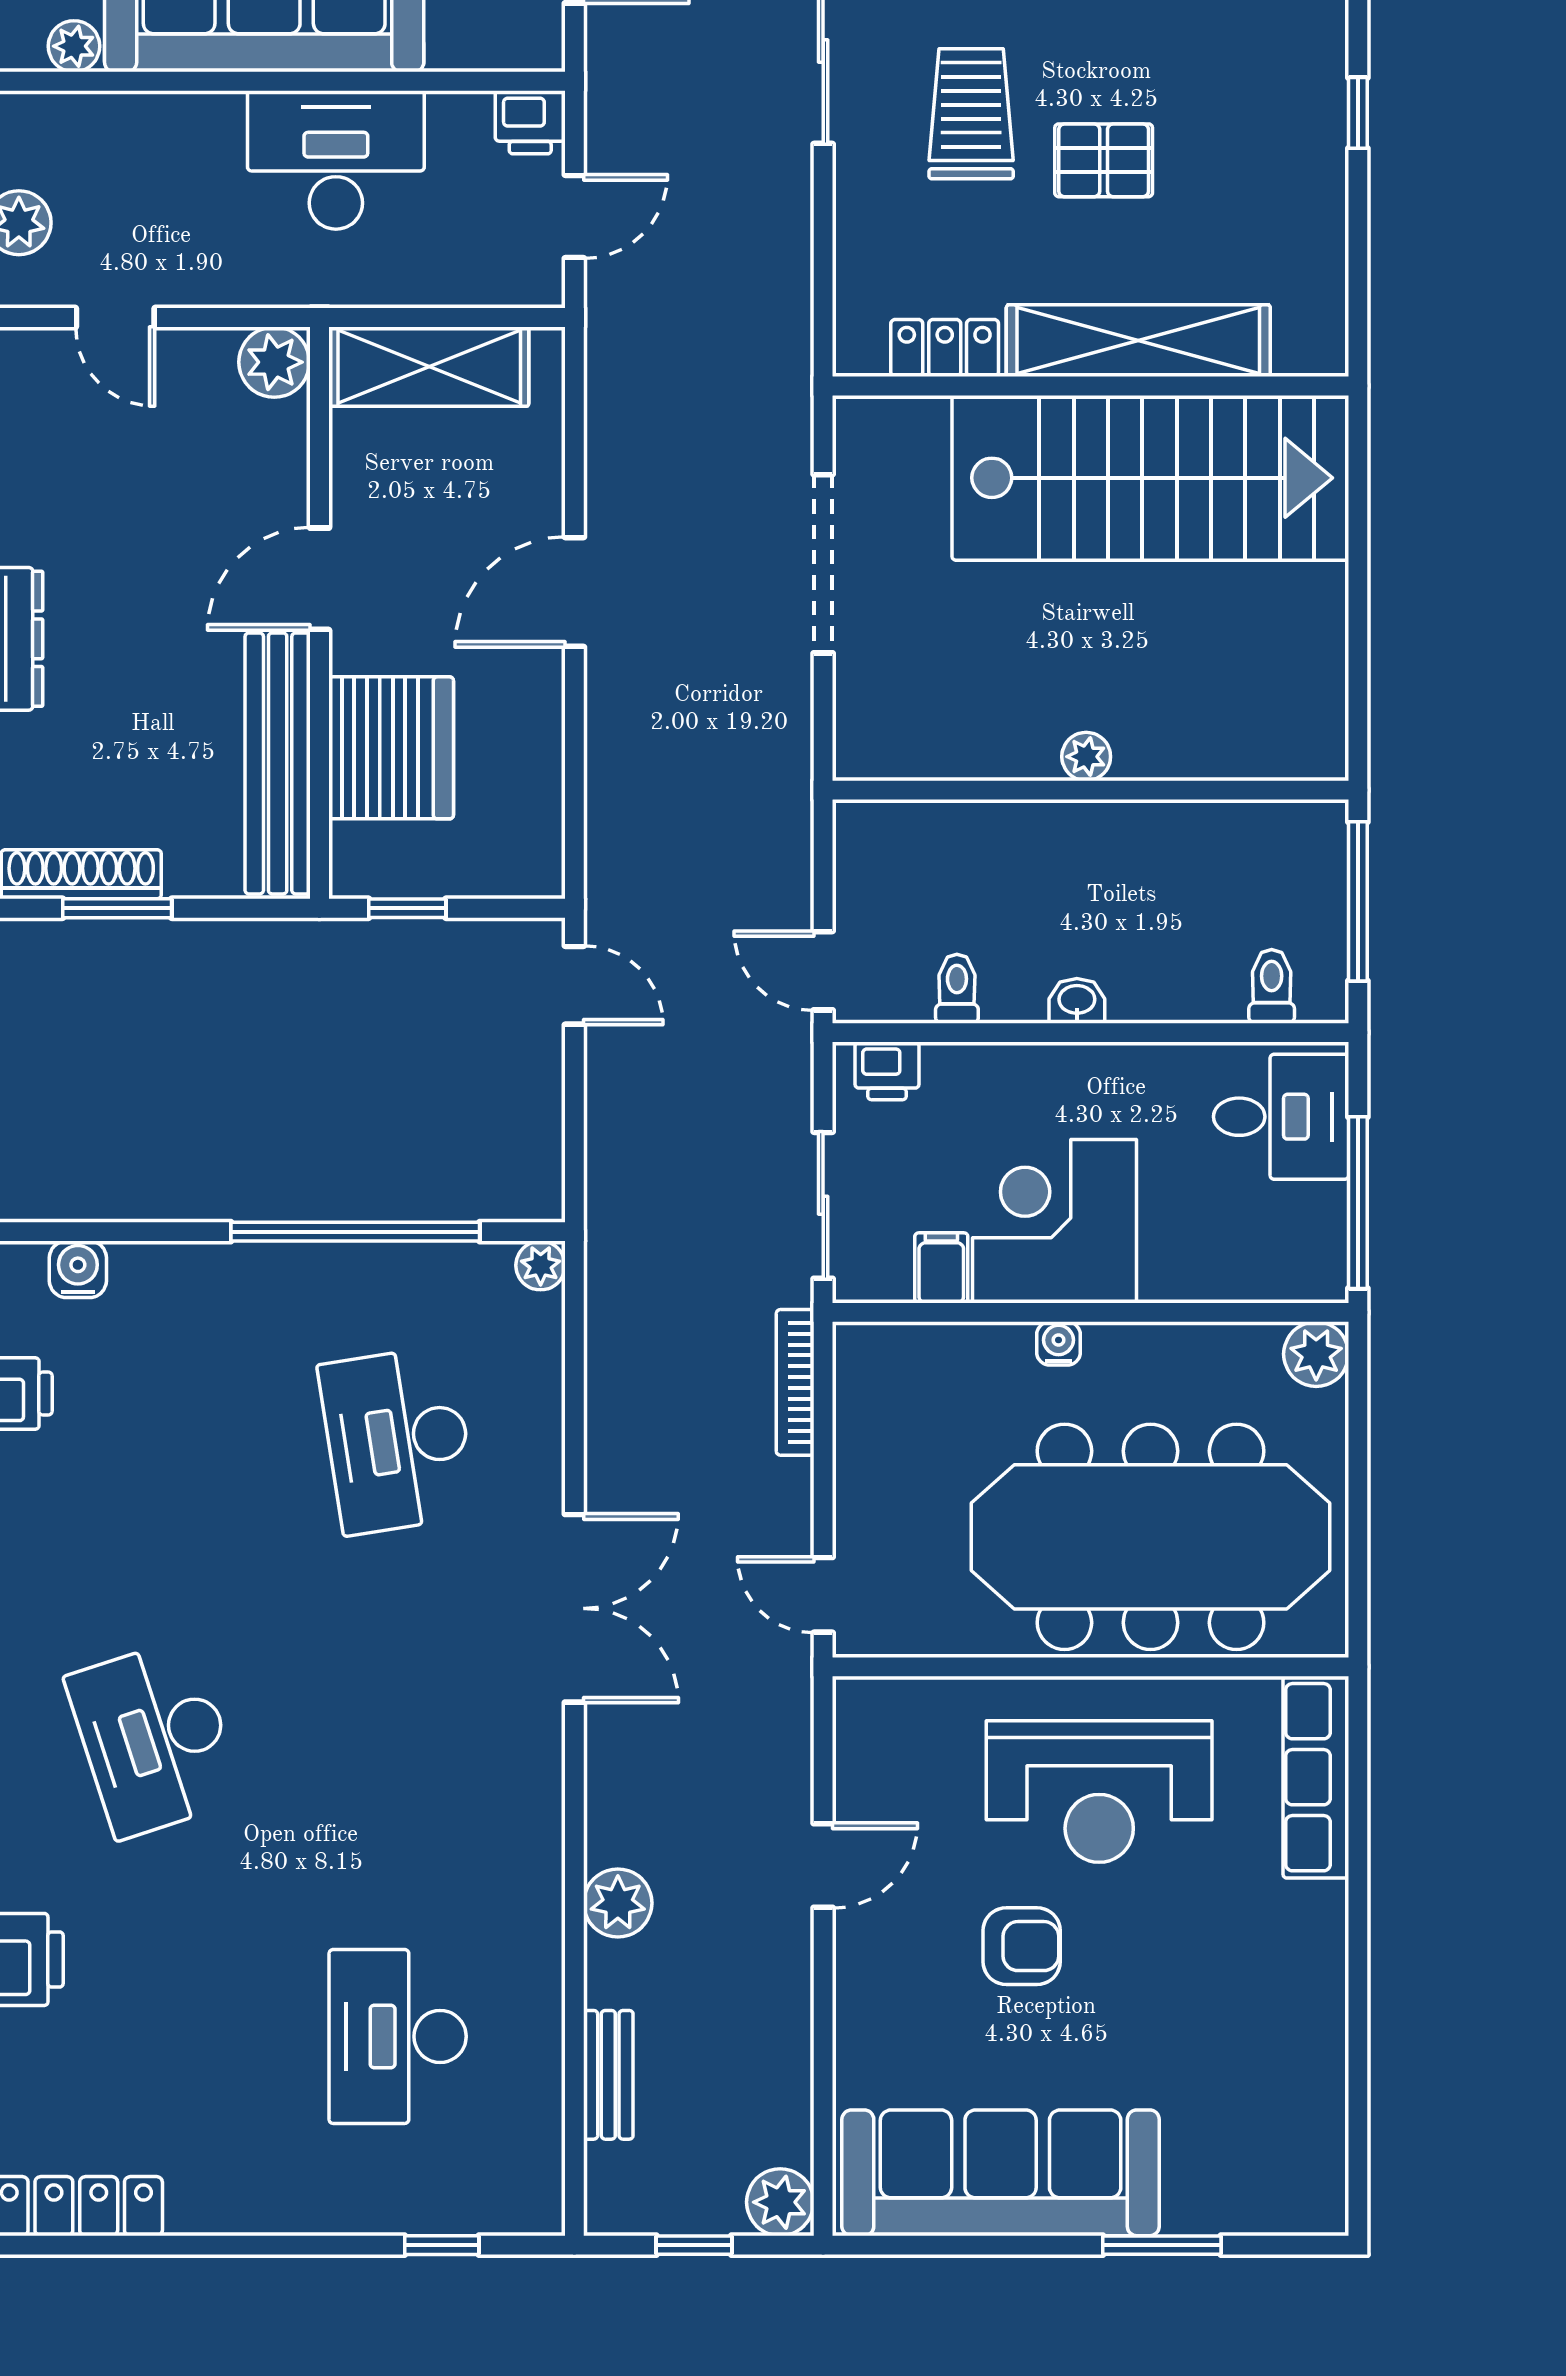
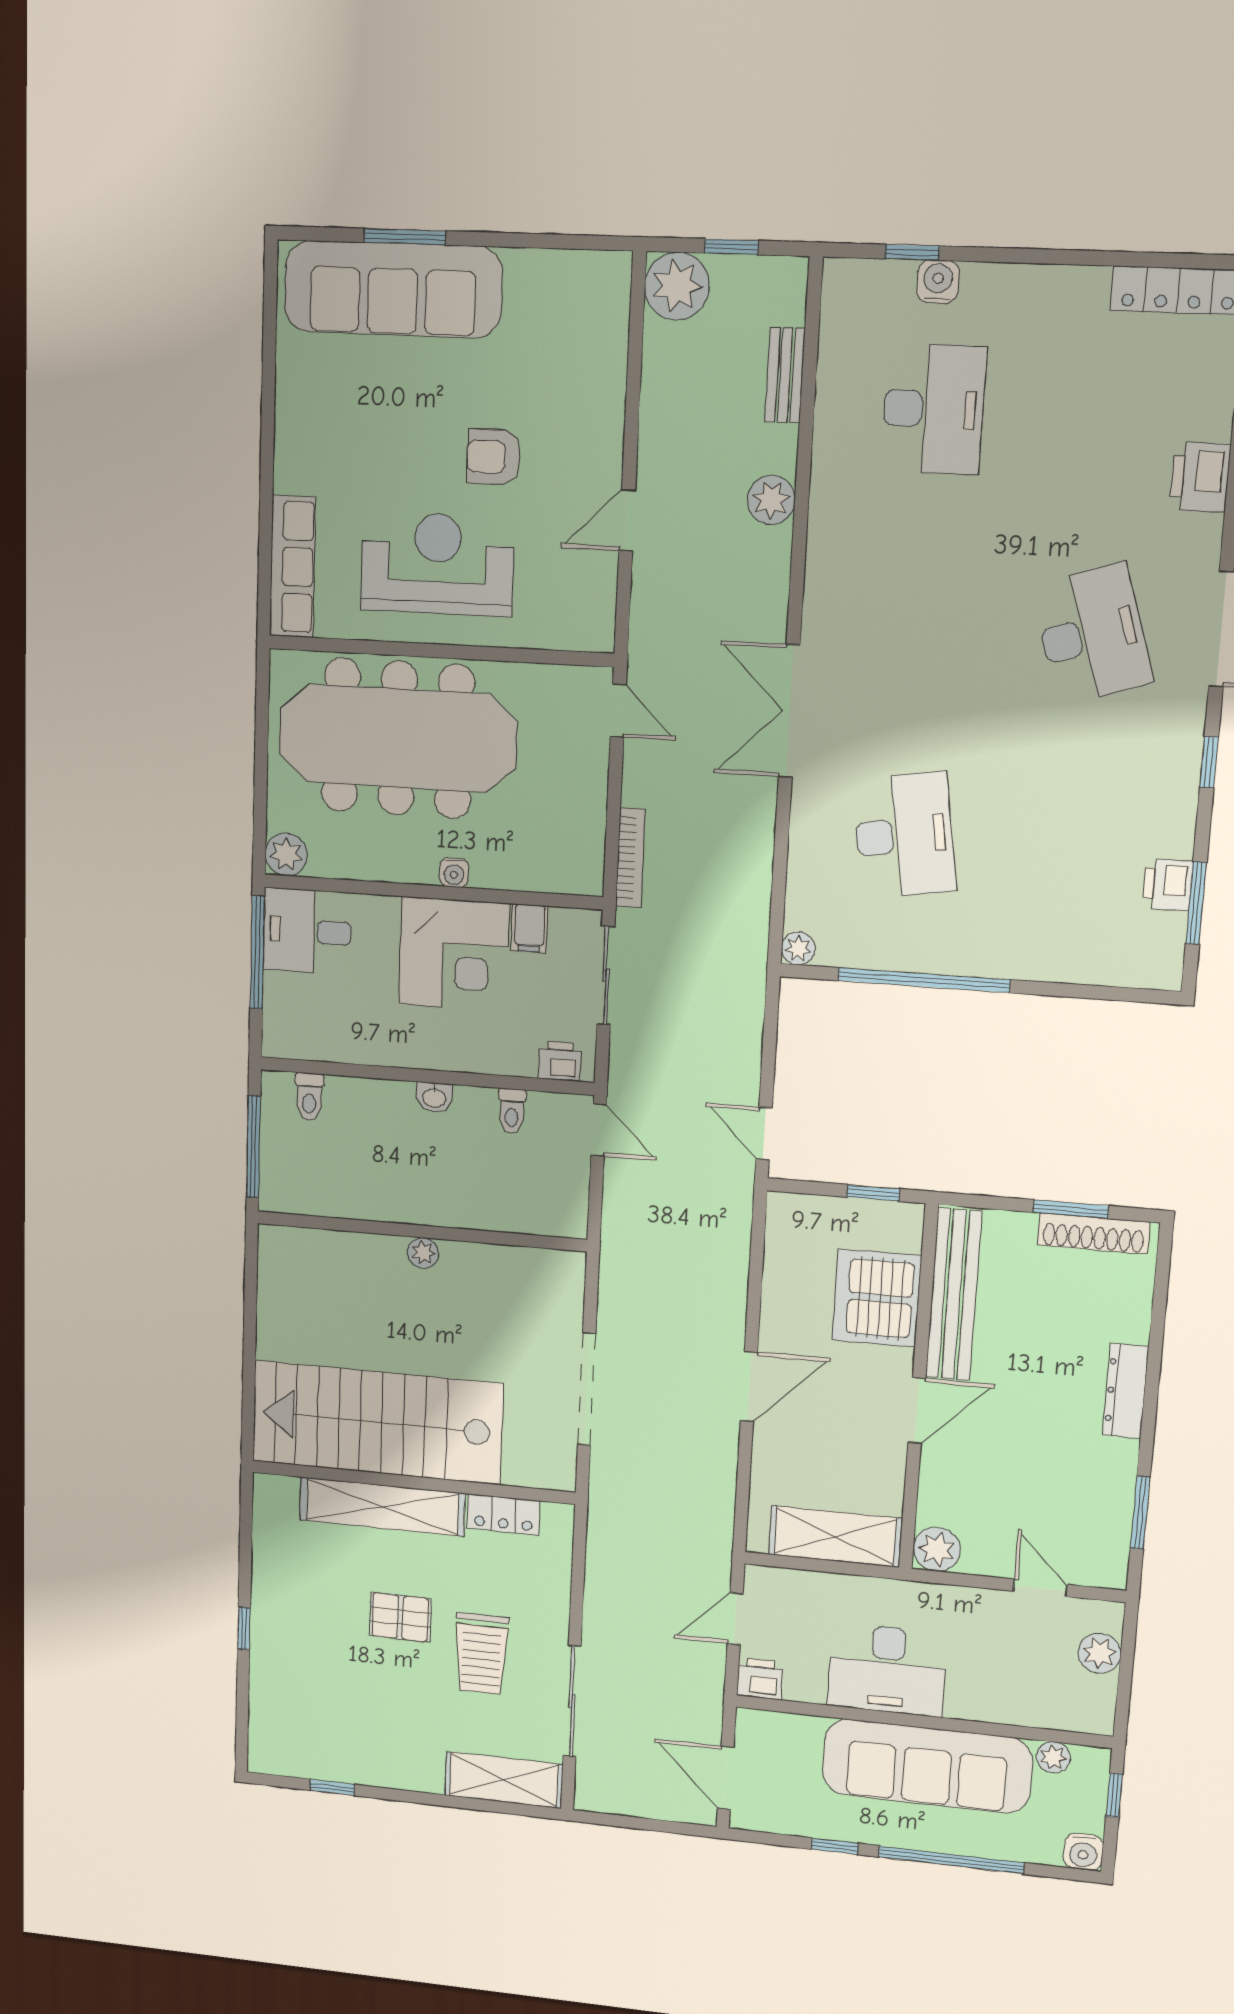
desk: (1281, 1117) -> (307, 931), moved
water cooler: (78, 1269) -> (938, 282), moved, turned 180
sofa: (1001, 2173) -> (393, 289), moved
plant: (780, 2202) -> (677, 286), width x1.36, depth x1.36

